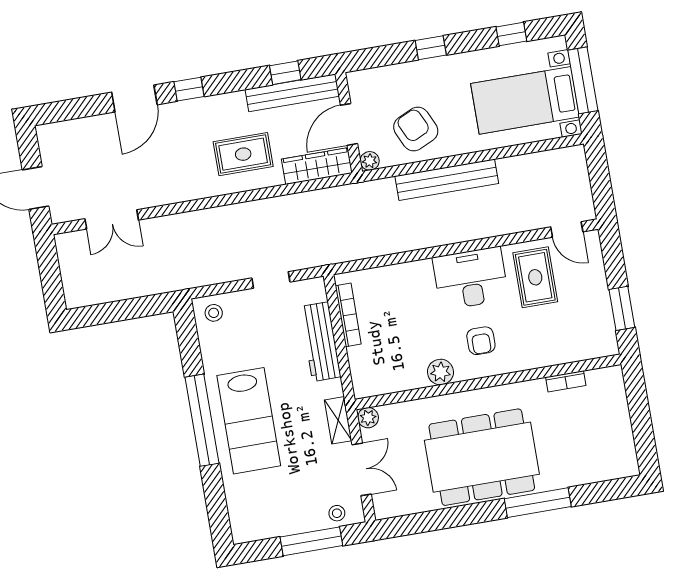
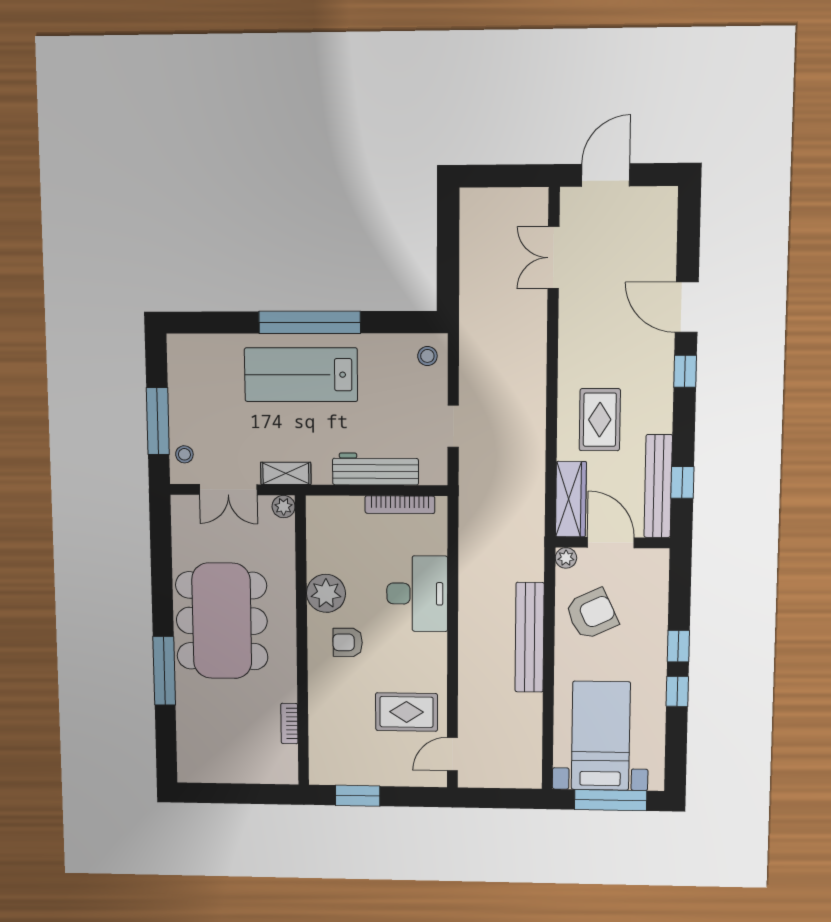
window: (511, 34) -> (677, 691), moved
desk: (471, 278) -> (417, 594), moved
plant: (440, 372) -> (326, 593), width x1.36, depth x1.36

